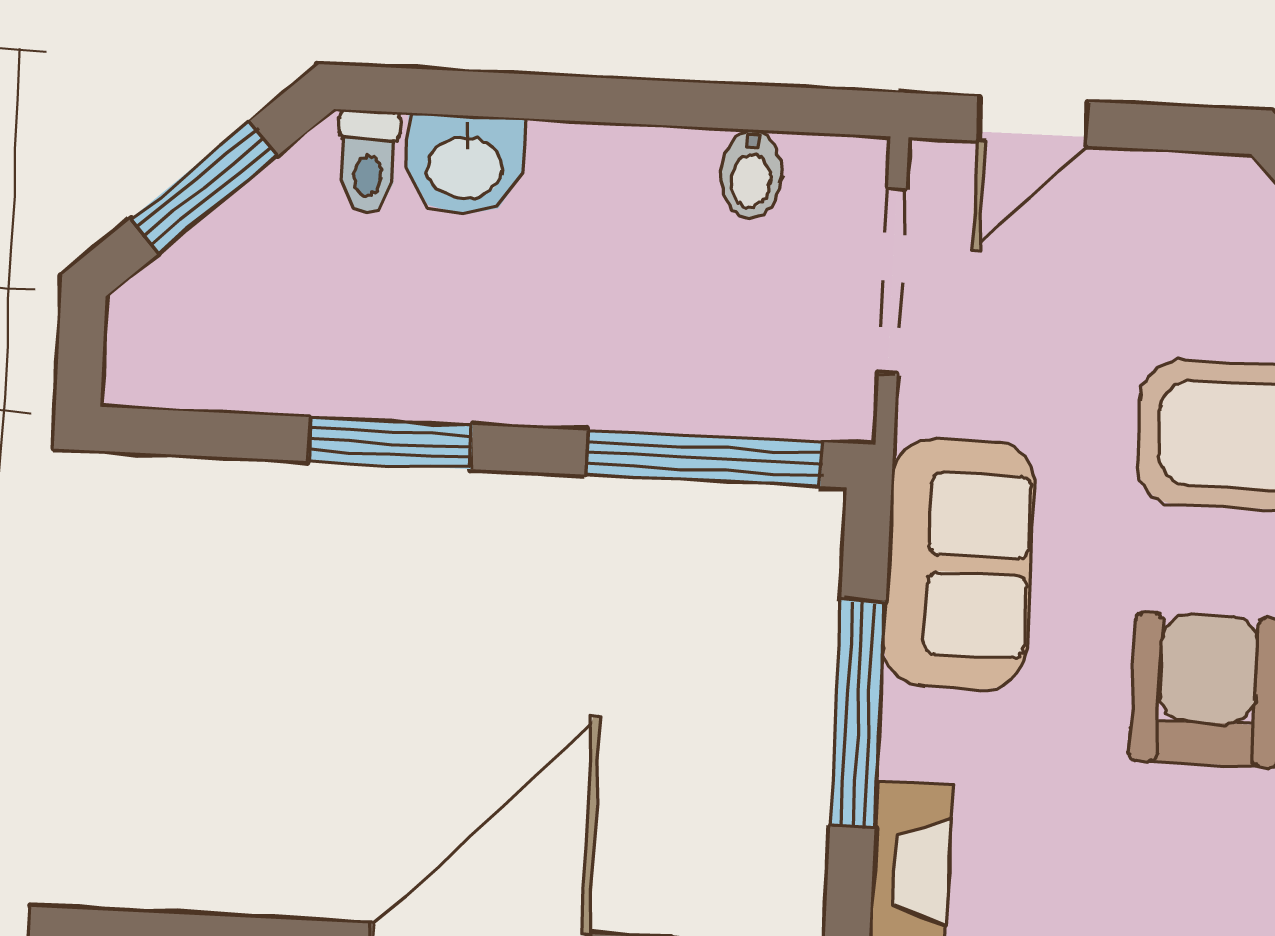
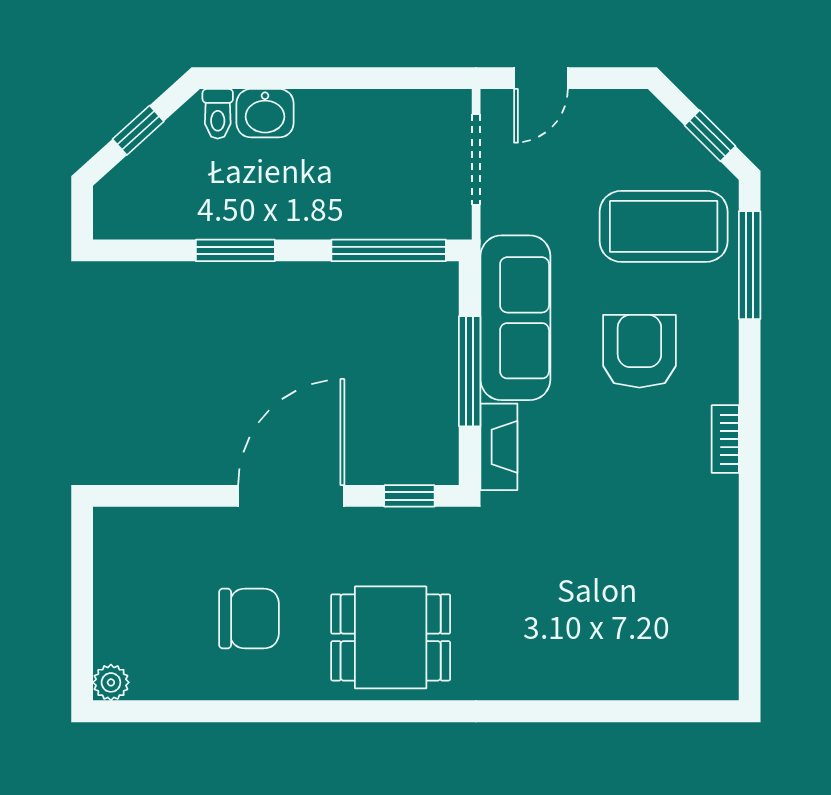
bidet: (751, 174) -> (405, 111), removed
window: (204, 187) -> (138, 130), width x0.67
sofa: (959, 564) -> (515, 318), width x1.36

